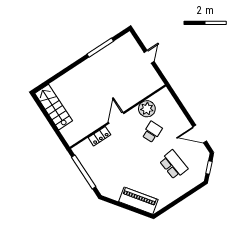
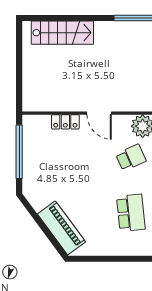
stairs: (54, 107) -> (62, 33), moved, turned 90
door: (116, 118) -> (99, 113), swing flipped

